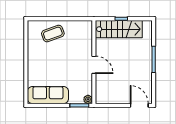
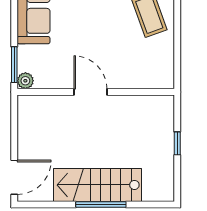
stairs: (119, 29) -> (98, 185), moved, turned 90
door: (94, 65) -> (90, 92), swing flipped

